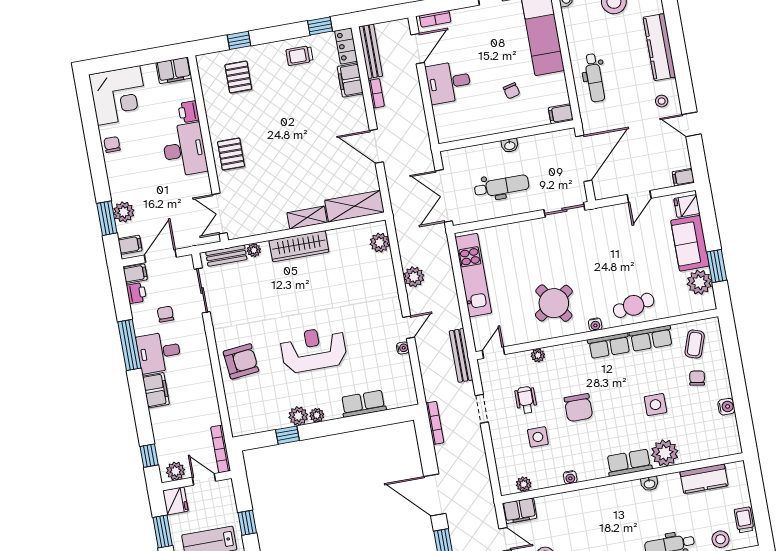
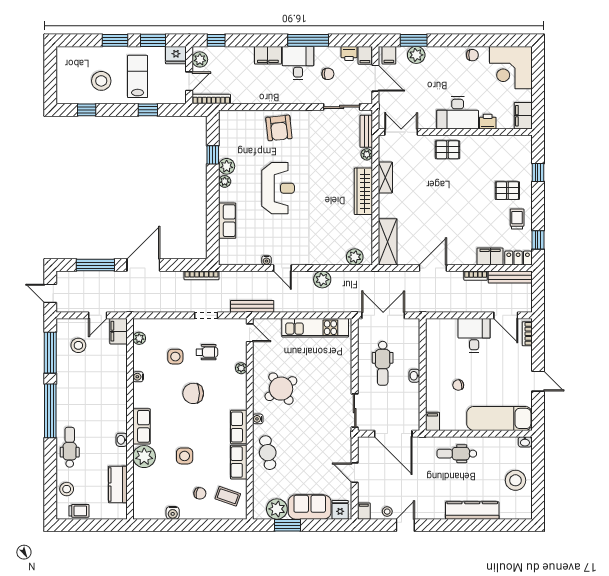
pallet: (238, 77) -> (507, 191), moved
stool: (662, 101) -> (387, 512), moved
shelving: (307, 218) -> (385, 177), moved

